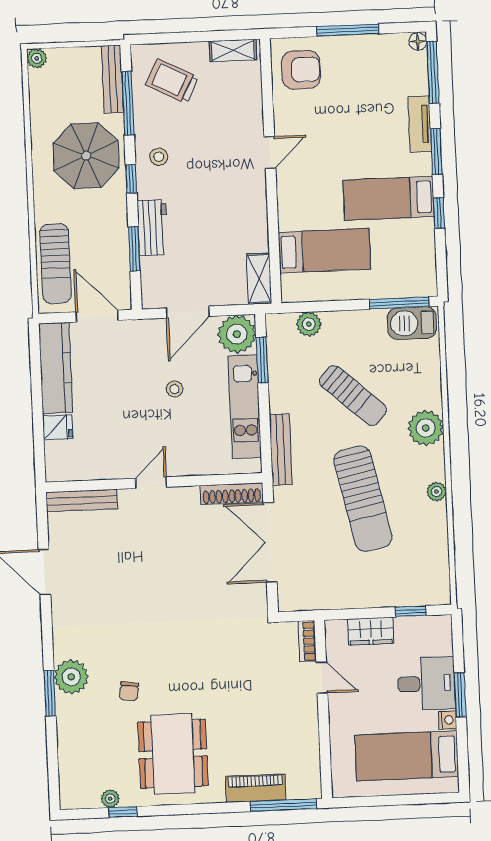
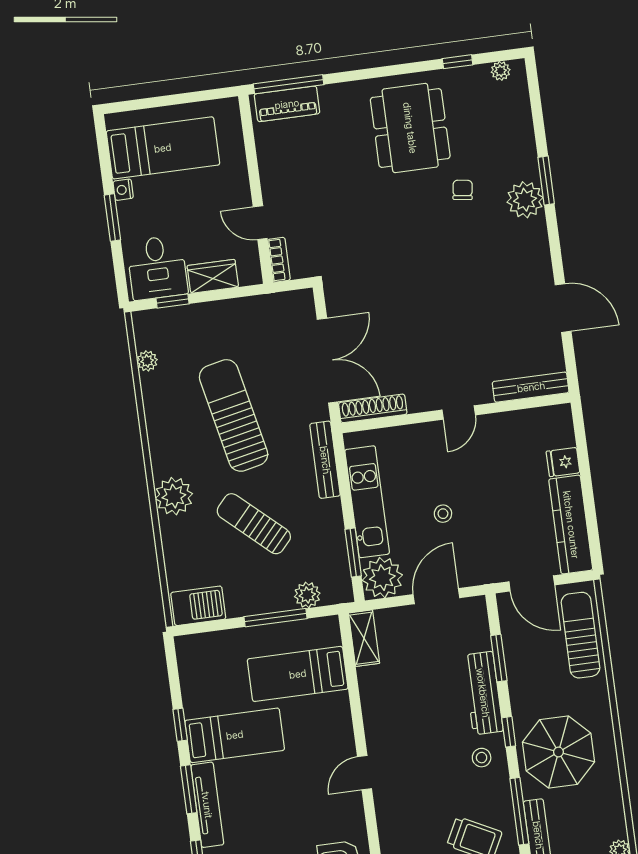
tv unit: (420, 124) -> (207, 805), width x1.41
workbench: (152, 228) -> (483, 693), width x1.37
window: (399, 303) -> (275, 618), moved
plant: (437, 492) -> (147, 361), moved
desk: (426, 683) -> (157, 268), moved, turned -90
piano: (256, 788) -> (287, 104), moved
plant: (110, 799) -> (501, 71), moved

